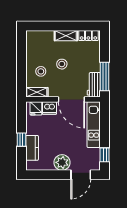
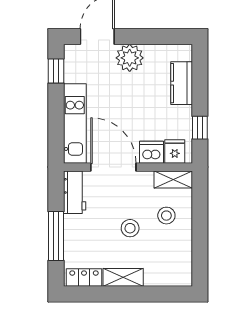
window: (105, 76) -> (56, 236), moved
window: (21, 140) -> (200, 128), moved

